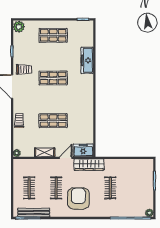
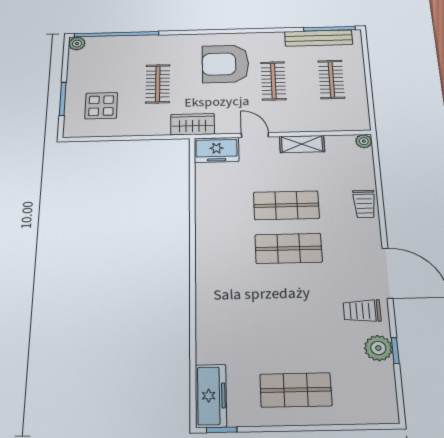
plant: (19, 27) -> (378, 348), moved
freezer: (87, 60) -> (211, 396), moved
shop shelf: (53, 78) -> (289, 248), moved
door: (66, 158) -> (255, 135), swing flipped
wardrobe: (89, 165) -> (193, 124), width x0.67
display table: (136, 176) -> (101, 106), added
armchair: (78, 199) -> (225, 64), turned 90

